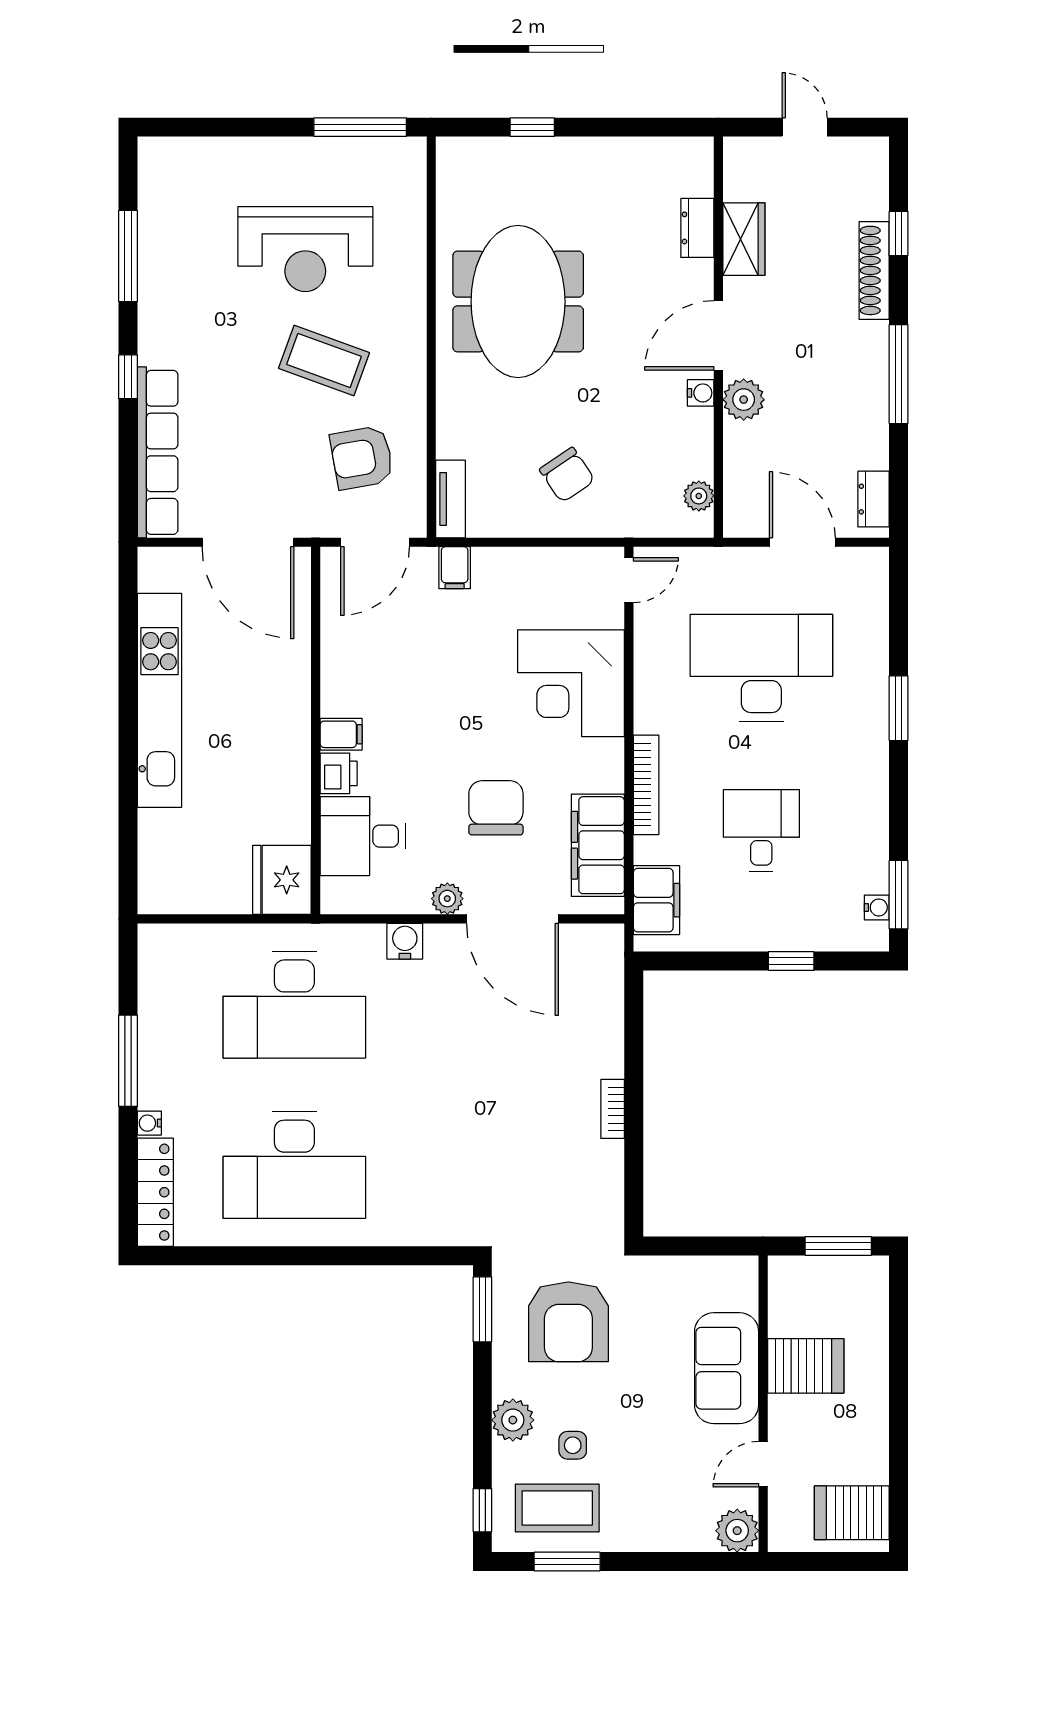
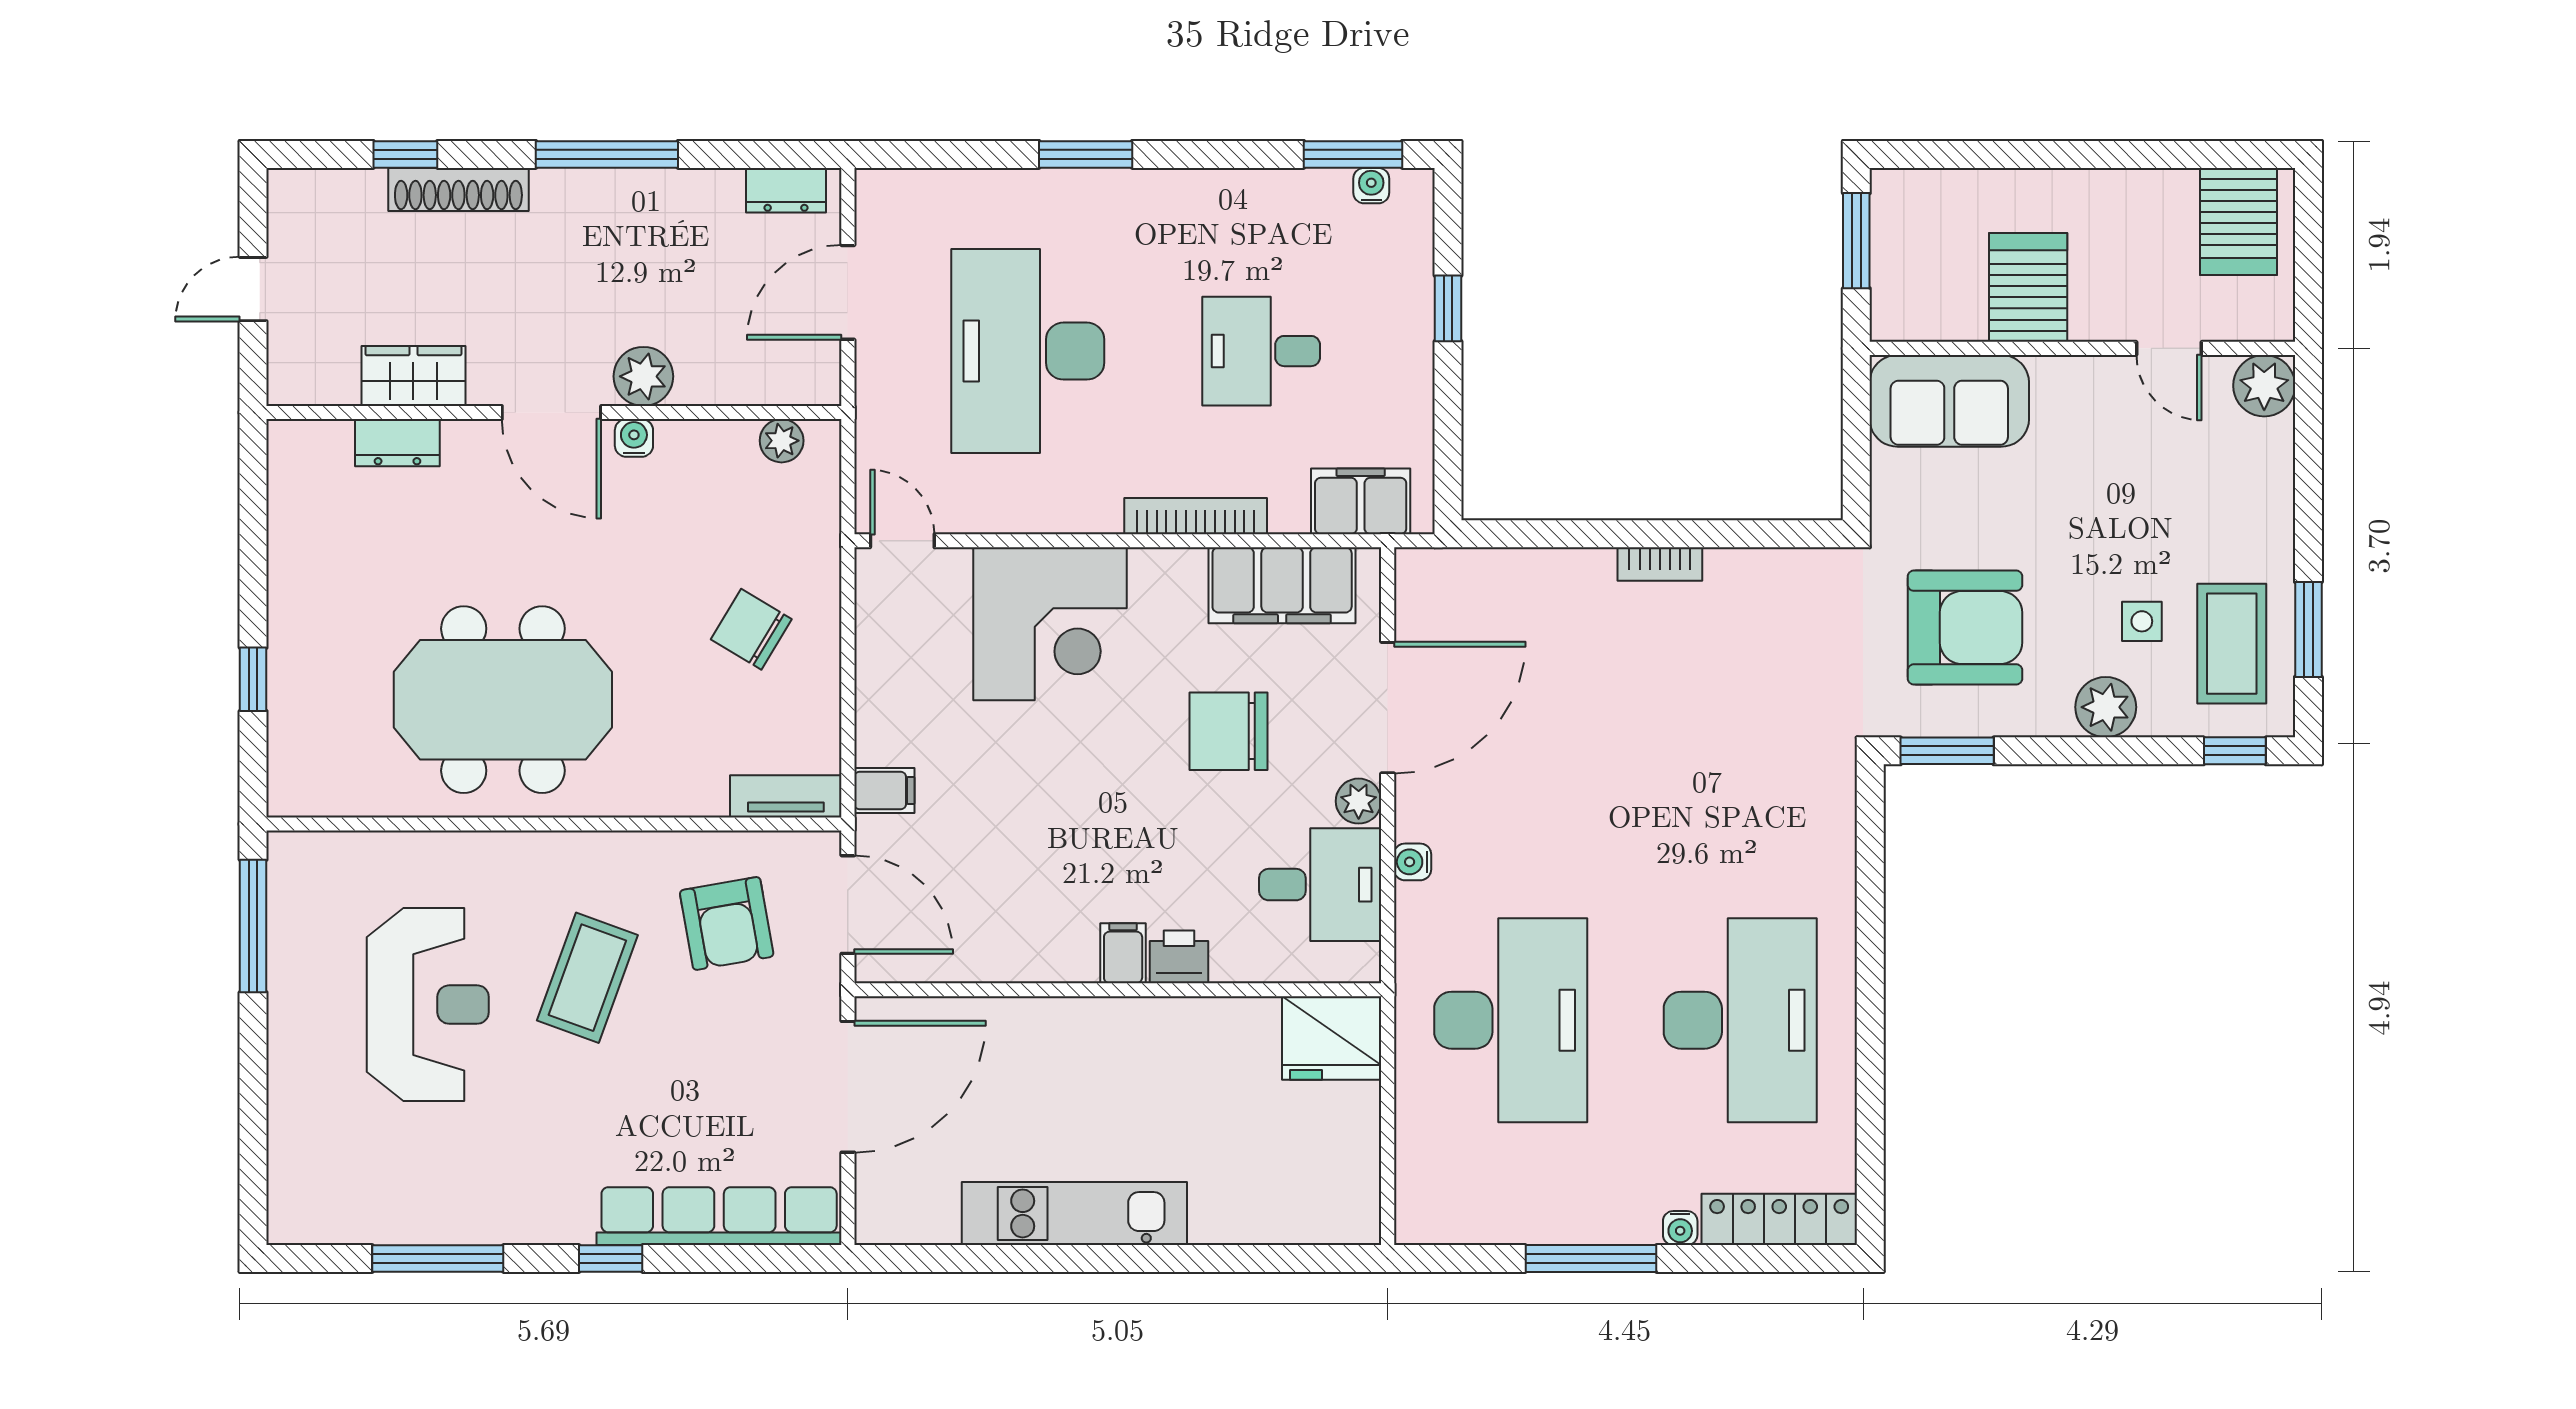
chair: (567, 475) -> (751, 629), turned -115
kitchen unit: (159, 700) -> (1074, 1213), width x0.73
desk: (363, 836) -> (1320, 885), moved, turned -90
water cooler: (405, 941) -> (1413, 862), width x0.72, depth x0.72
sofa: (727, 1368) -> (1949, 401), moved

